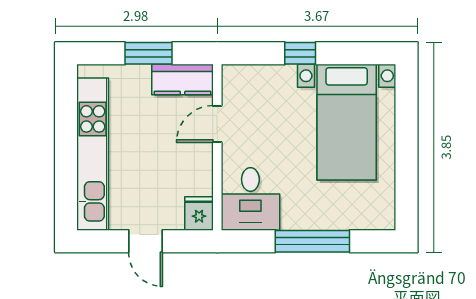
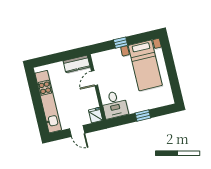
window: (149, 53) -> (61, 57), removed
window: (312, 241) -> (143, 115), width x0.46

